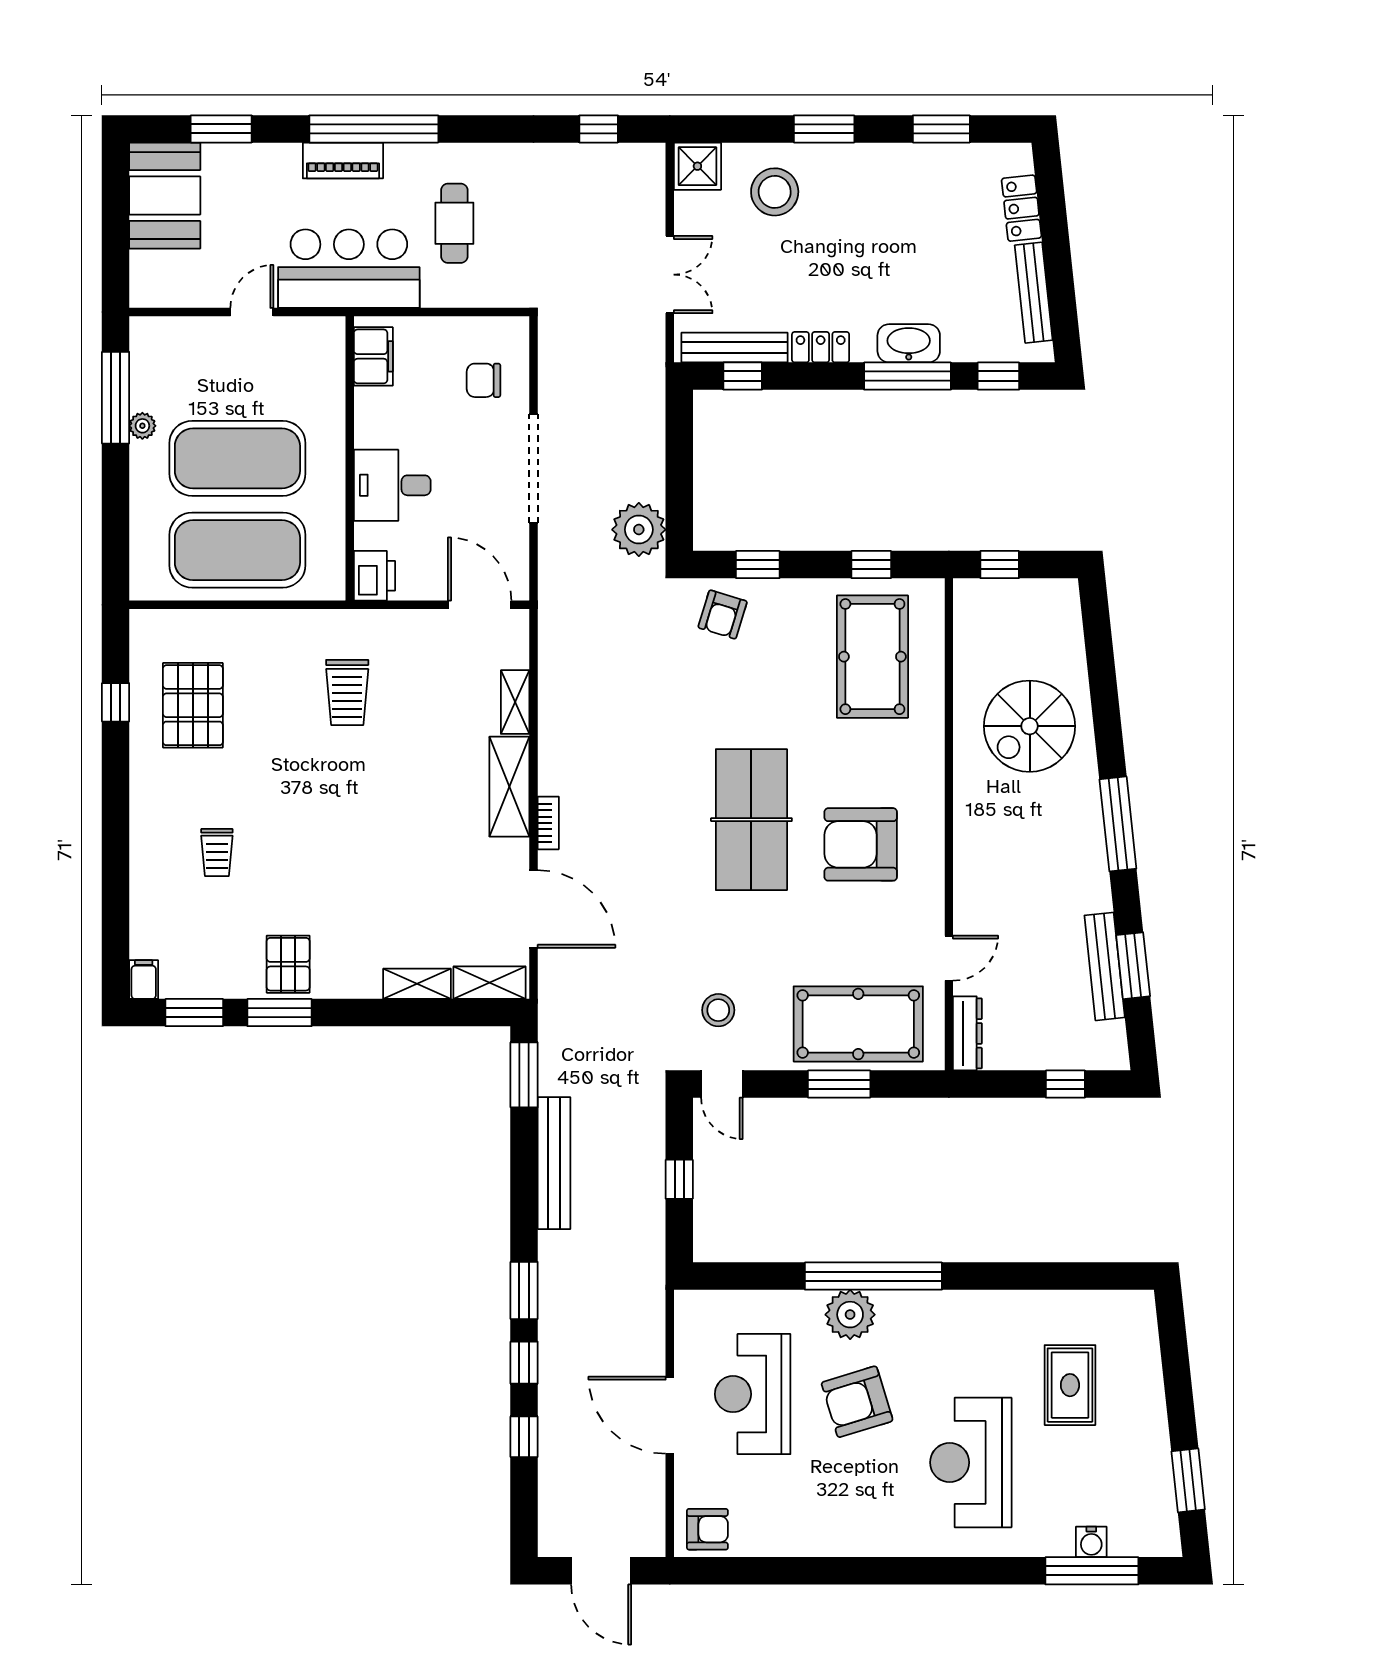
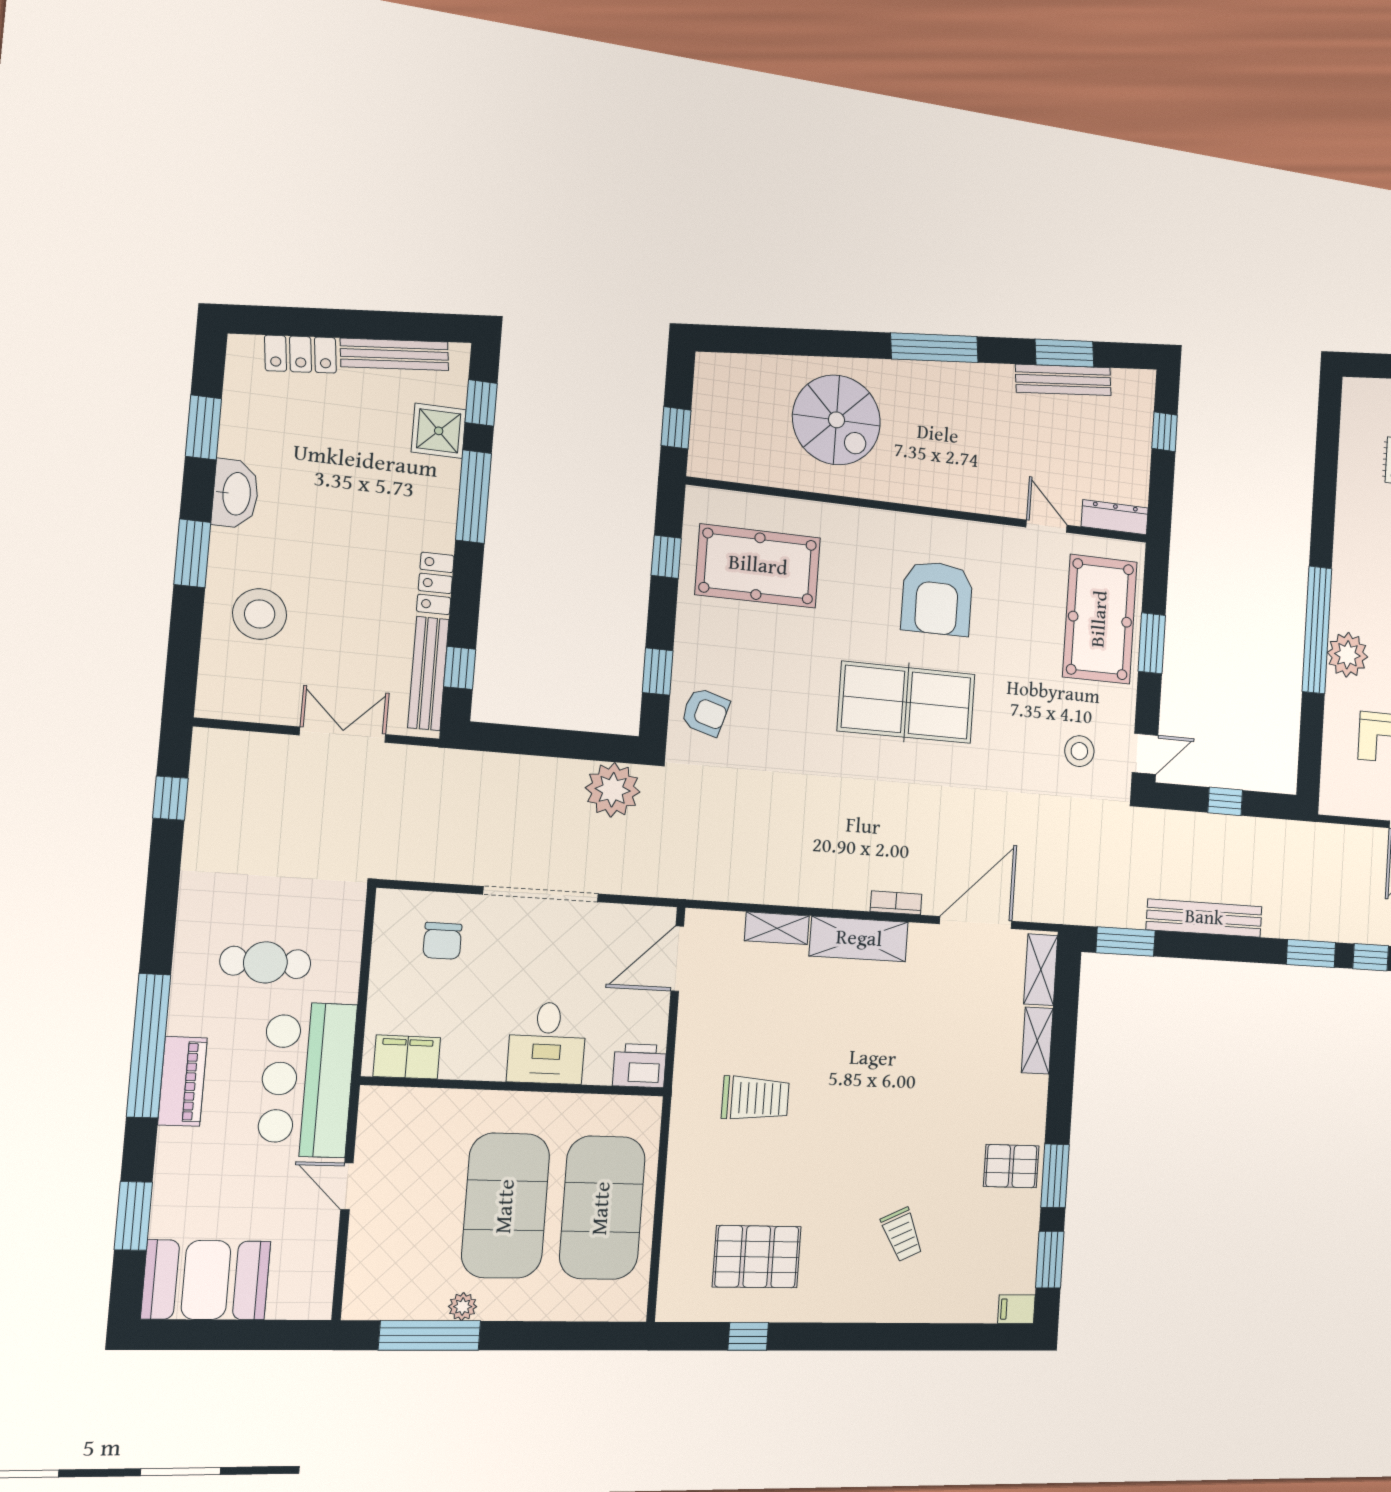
shower: (697, 166) -> (439, 431), moved
washbasin: (909, 343) -> (235, 494), moved, turned 180
trolley: (217, 853) -> (902, 1235), turned 65

